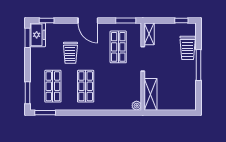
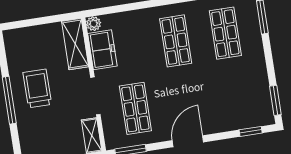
door: (88, 21) -> (188, 141), hinge flipped
freezer: (38, 35) -> (102, 50), moved, turned 180
trolley: (188, 48) -> (37, 88), moved
trolley: (70, 53) -> (207, 88), removed

